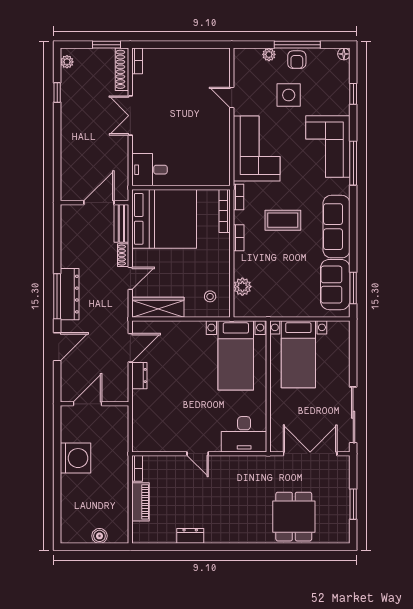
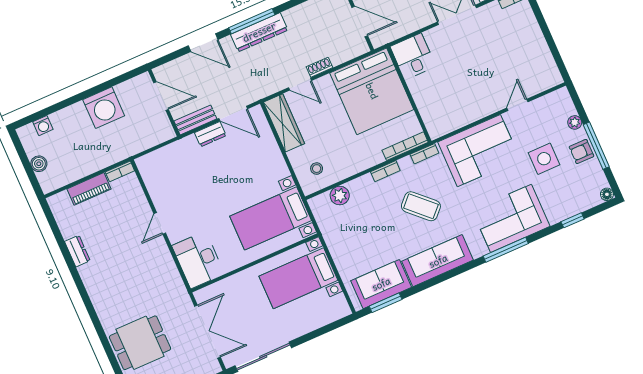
coffee table: (283, 220) -> (421, 206), turned -46
bench: (121, 223) -> (195, 120), moved
washing machine: (68, 518) -> (43, 126), added

